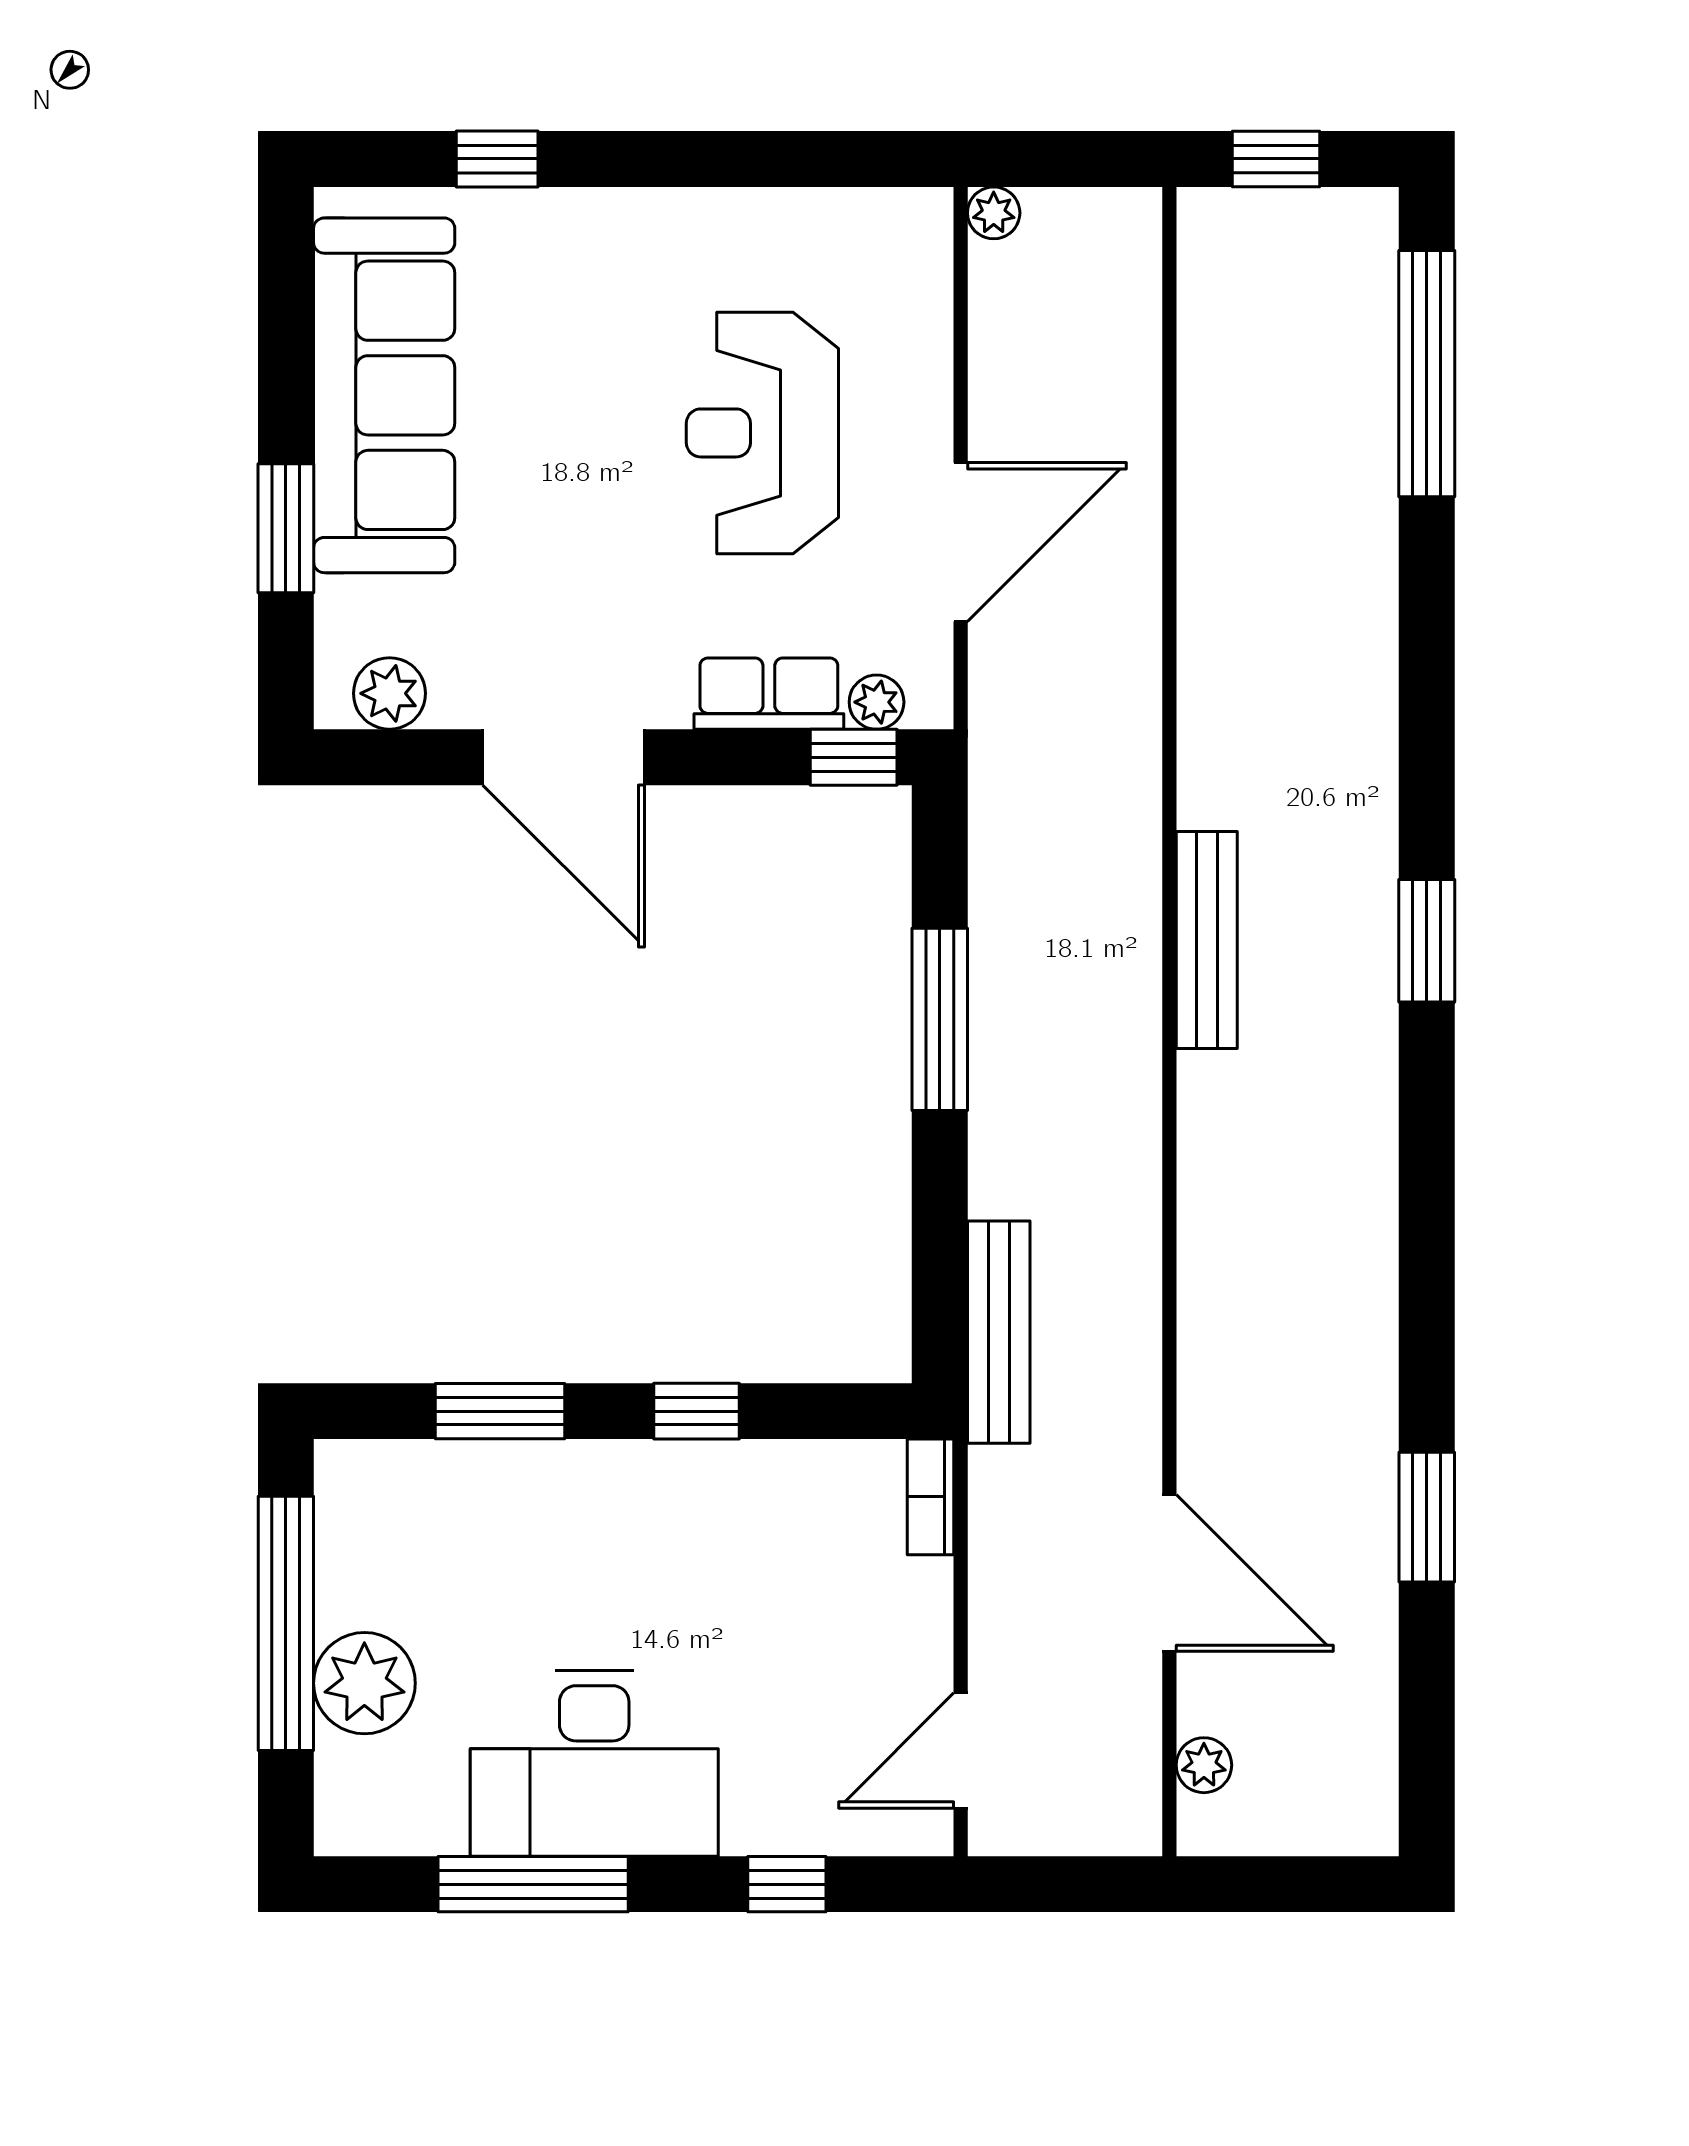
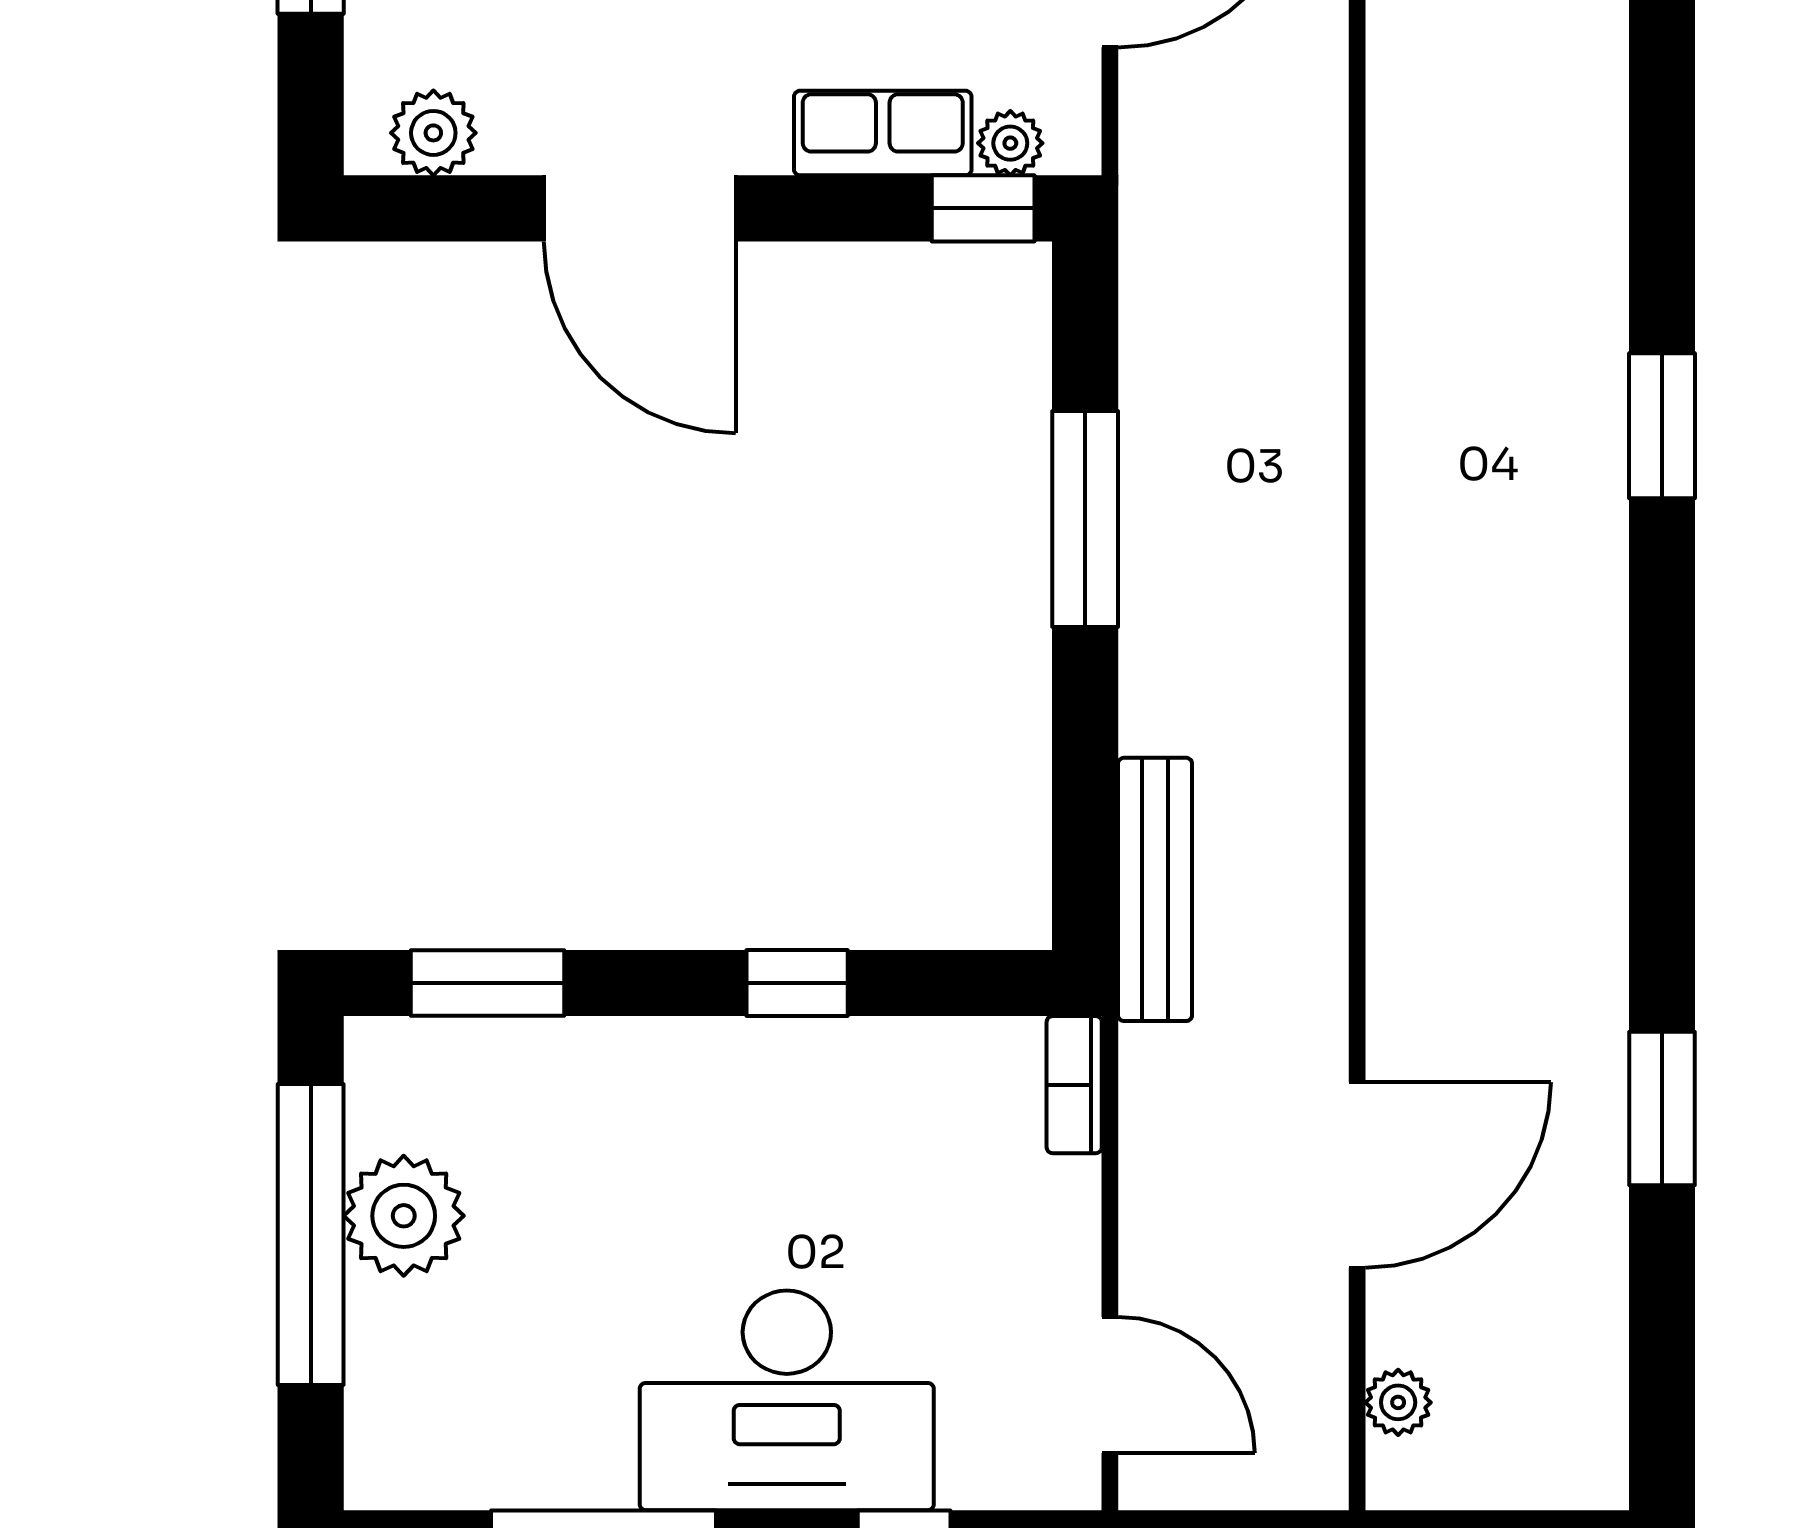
bench: (1207, 940) -> (1401, 425), removed
window: (500, 1411) -> (487, 983), moved
door: (1169, 1573) -> (1357, 1175), hinge flipped
plant: (364, 1683) -> (404, 1216), moved
door: (961, 1750) -> (1110, 1385), swing flipped
desk: (594, 1763) -> (787, 1400), moved

